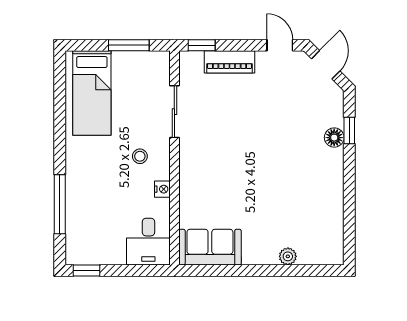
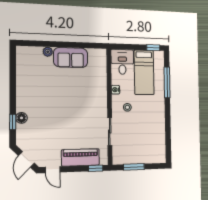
piano: (229, 62) -> (80, 157), width x1.37, depth x1.33
bed: (92, 93) -> (144, 72), moved, turned 180
sofa: (210, 247) -> (71, 57), moved

